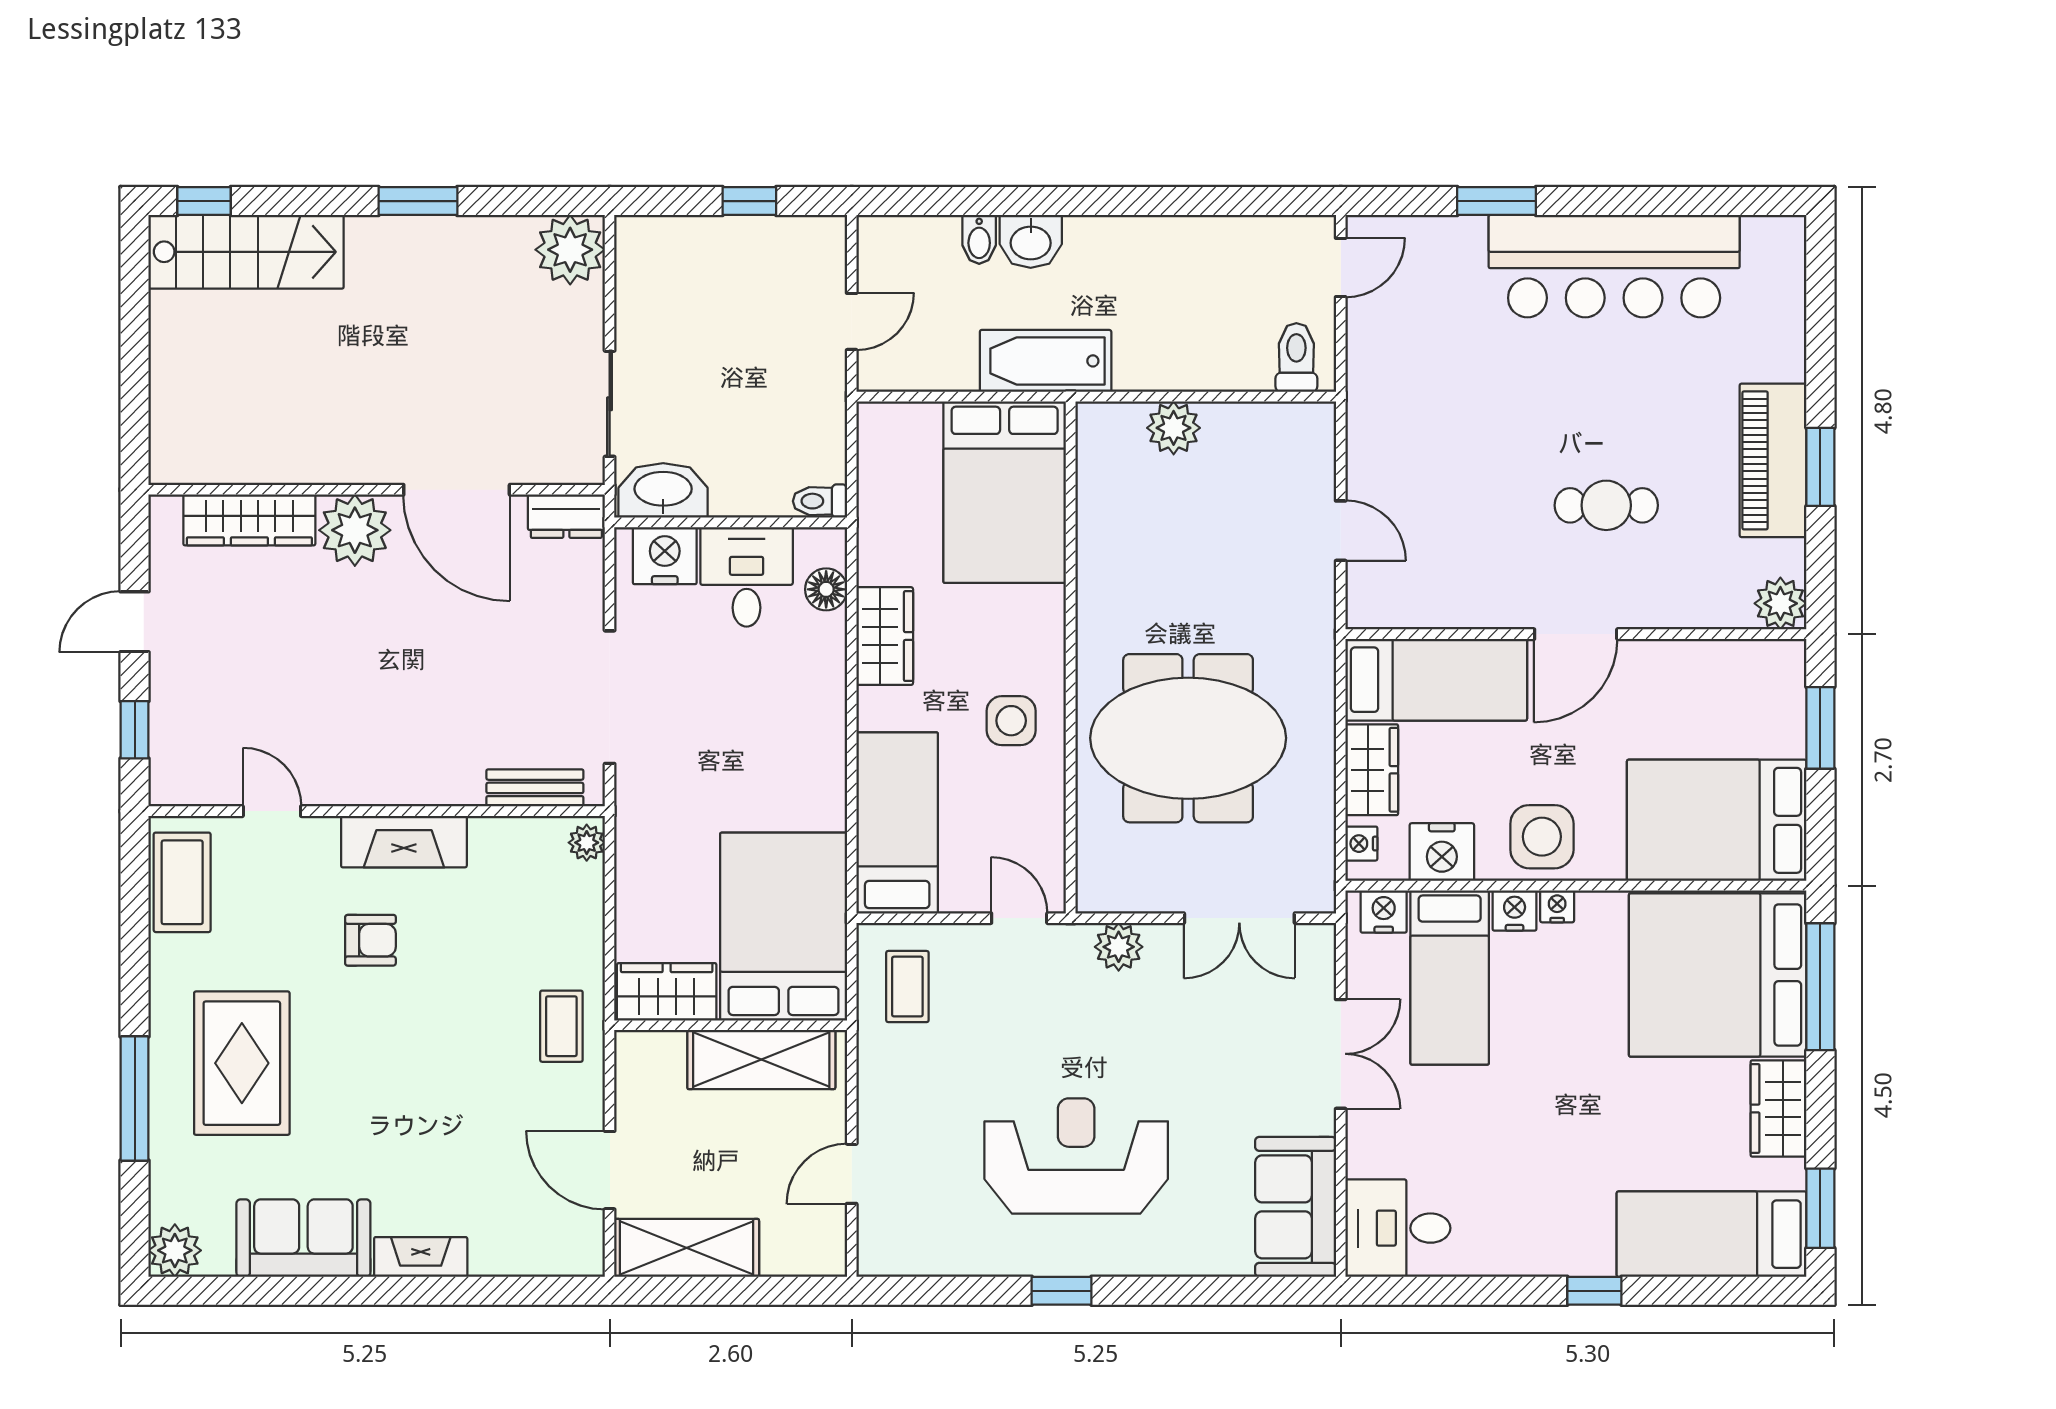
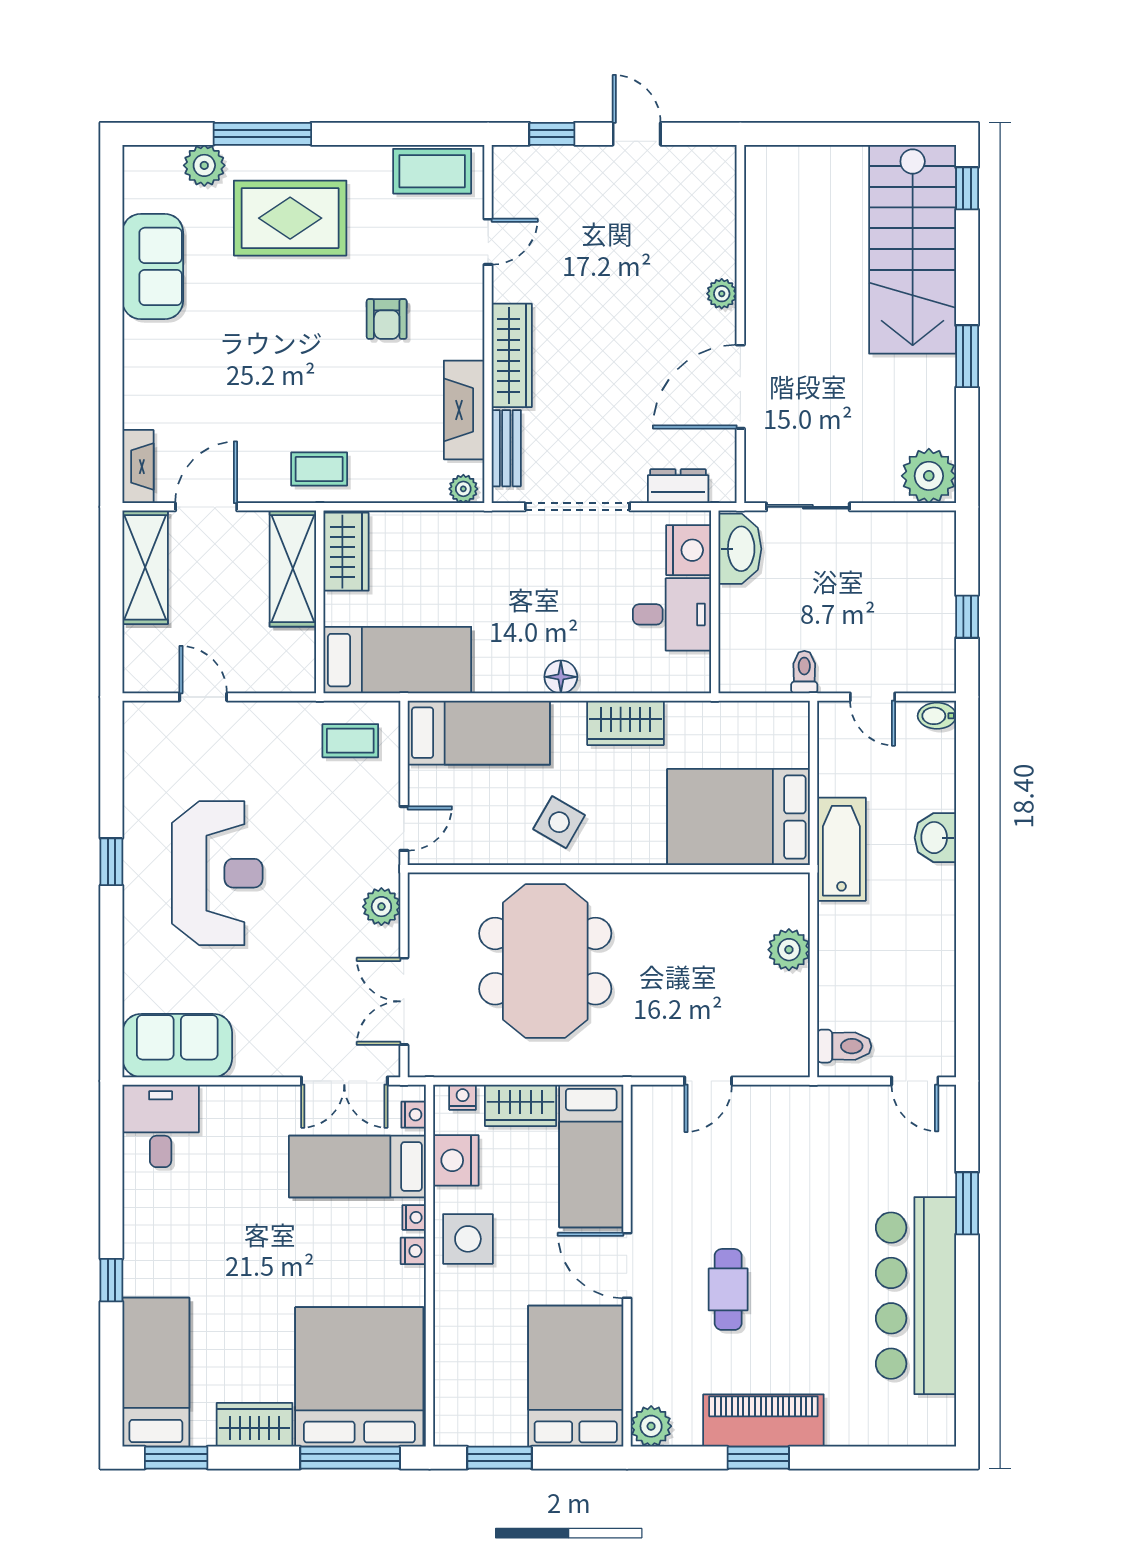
bidet: (979, 239) -> (937, 716), moved
stairs: (246, 252) -> (913, 249), width x1.36, depth x1.51
toilet: (820, 501) -> (804, 672), moved
dresser: (566, 516) -> (678, 486), moved, turned 90
wardrobe: (249, 520) -> (512, 355), moved, turned 180
plant: (355, 530) -> (722, 294), width x0.53, depth x0.53
floor lamp: (826, 589) -> (561, 677), moved
side table: (1011, 721) -> (559, 822), turned 30
window: (1820, 728) -> (499, 1458), moved
bed: (1717, 820) -> (576, 1376), moved
fireplace: (404, 842) -> (464, 410), moved
nightstand: (1515, 910) -> (414, 1217), width x0.72, depth x0.74
nightstand: (1384, 911) -> (414, 1115), width x0.72, depth x0.74
bed: (784, 927) -> (397, 660), width x0.67
double door: (1341, 1054) -> (344, 1081), moved
shelving: (761, 1060) -> (293, 569), moved
plant: (175, 1250) -> (204, 165), moved
fireplace: (421, 1257) -> (138, 467), moved

